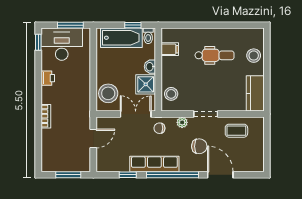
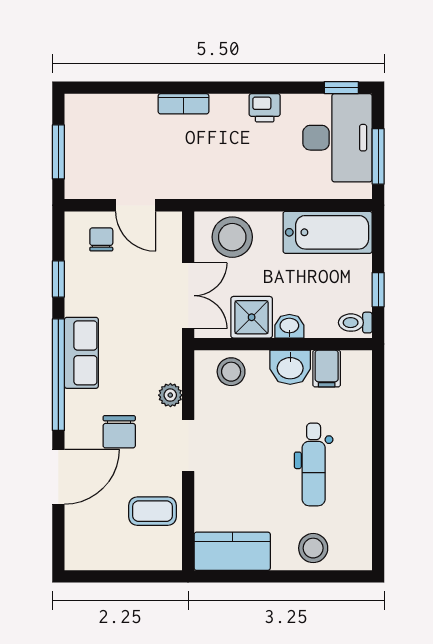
bathtub: (121, 38) -> (328, 232), moved, turned -90
washbasin: (169, 66) -> (290, 367), added
chair: (159, 128) -> (101, 239), moved
coffee table: (236, 131) -> (152, 511), turned 90
row of seats: (154, 164) -> (81, 353), width x0.68

